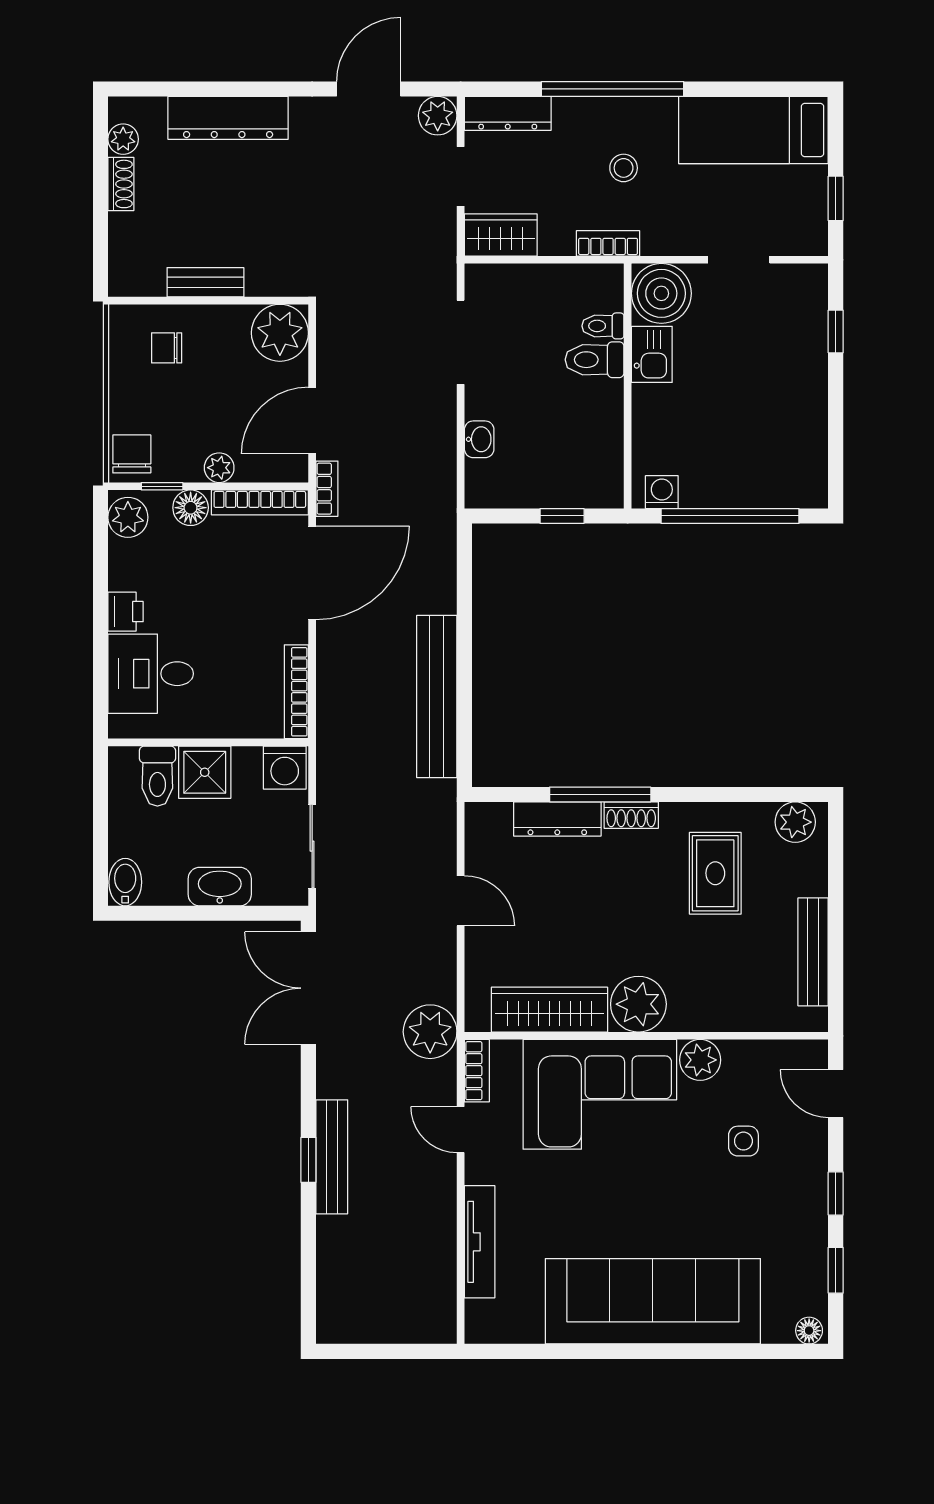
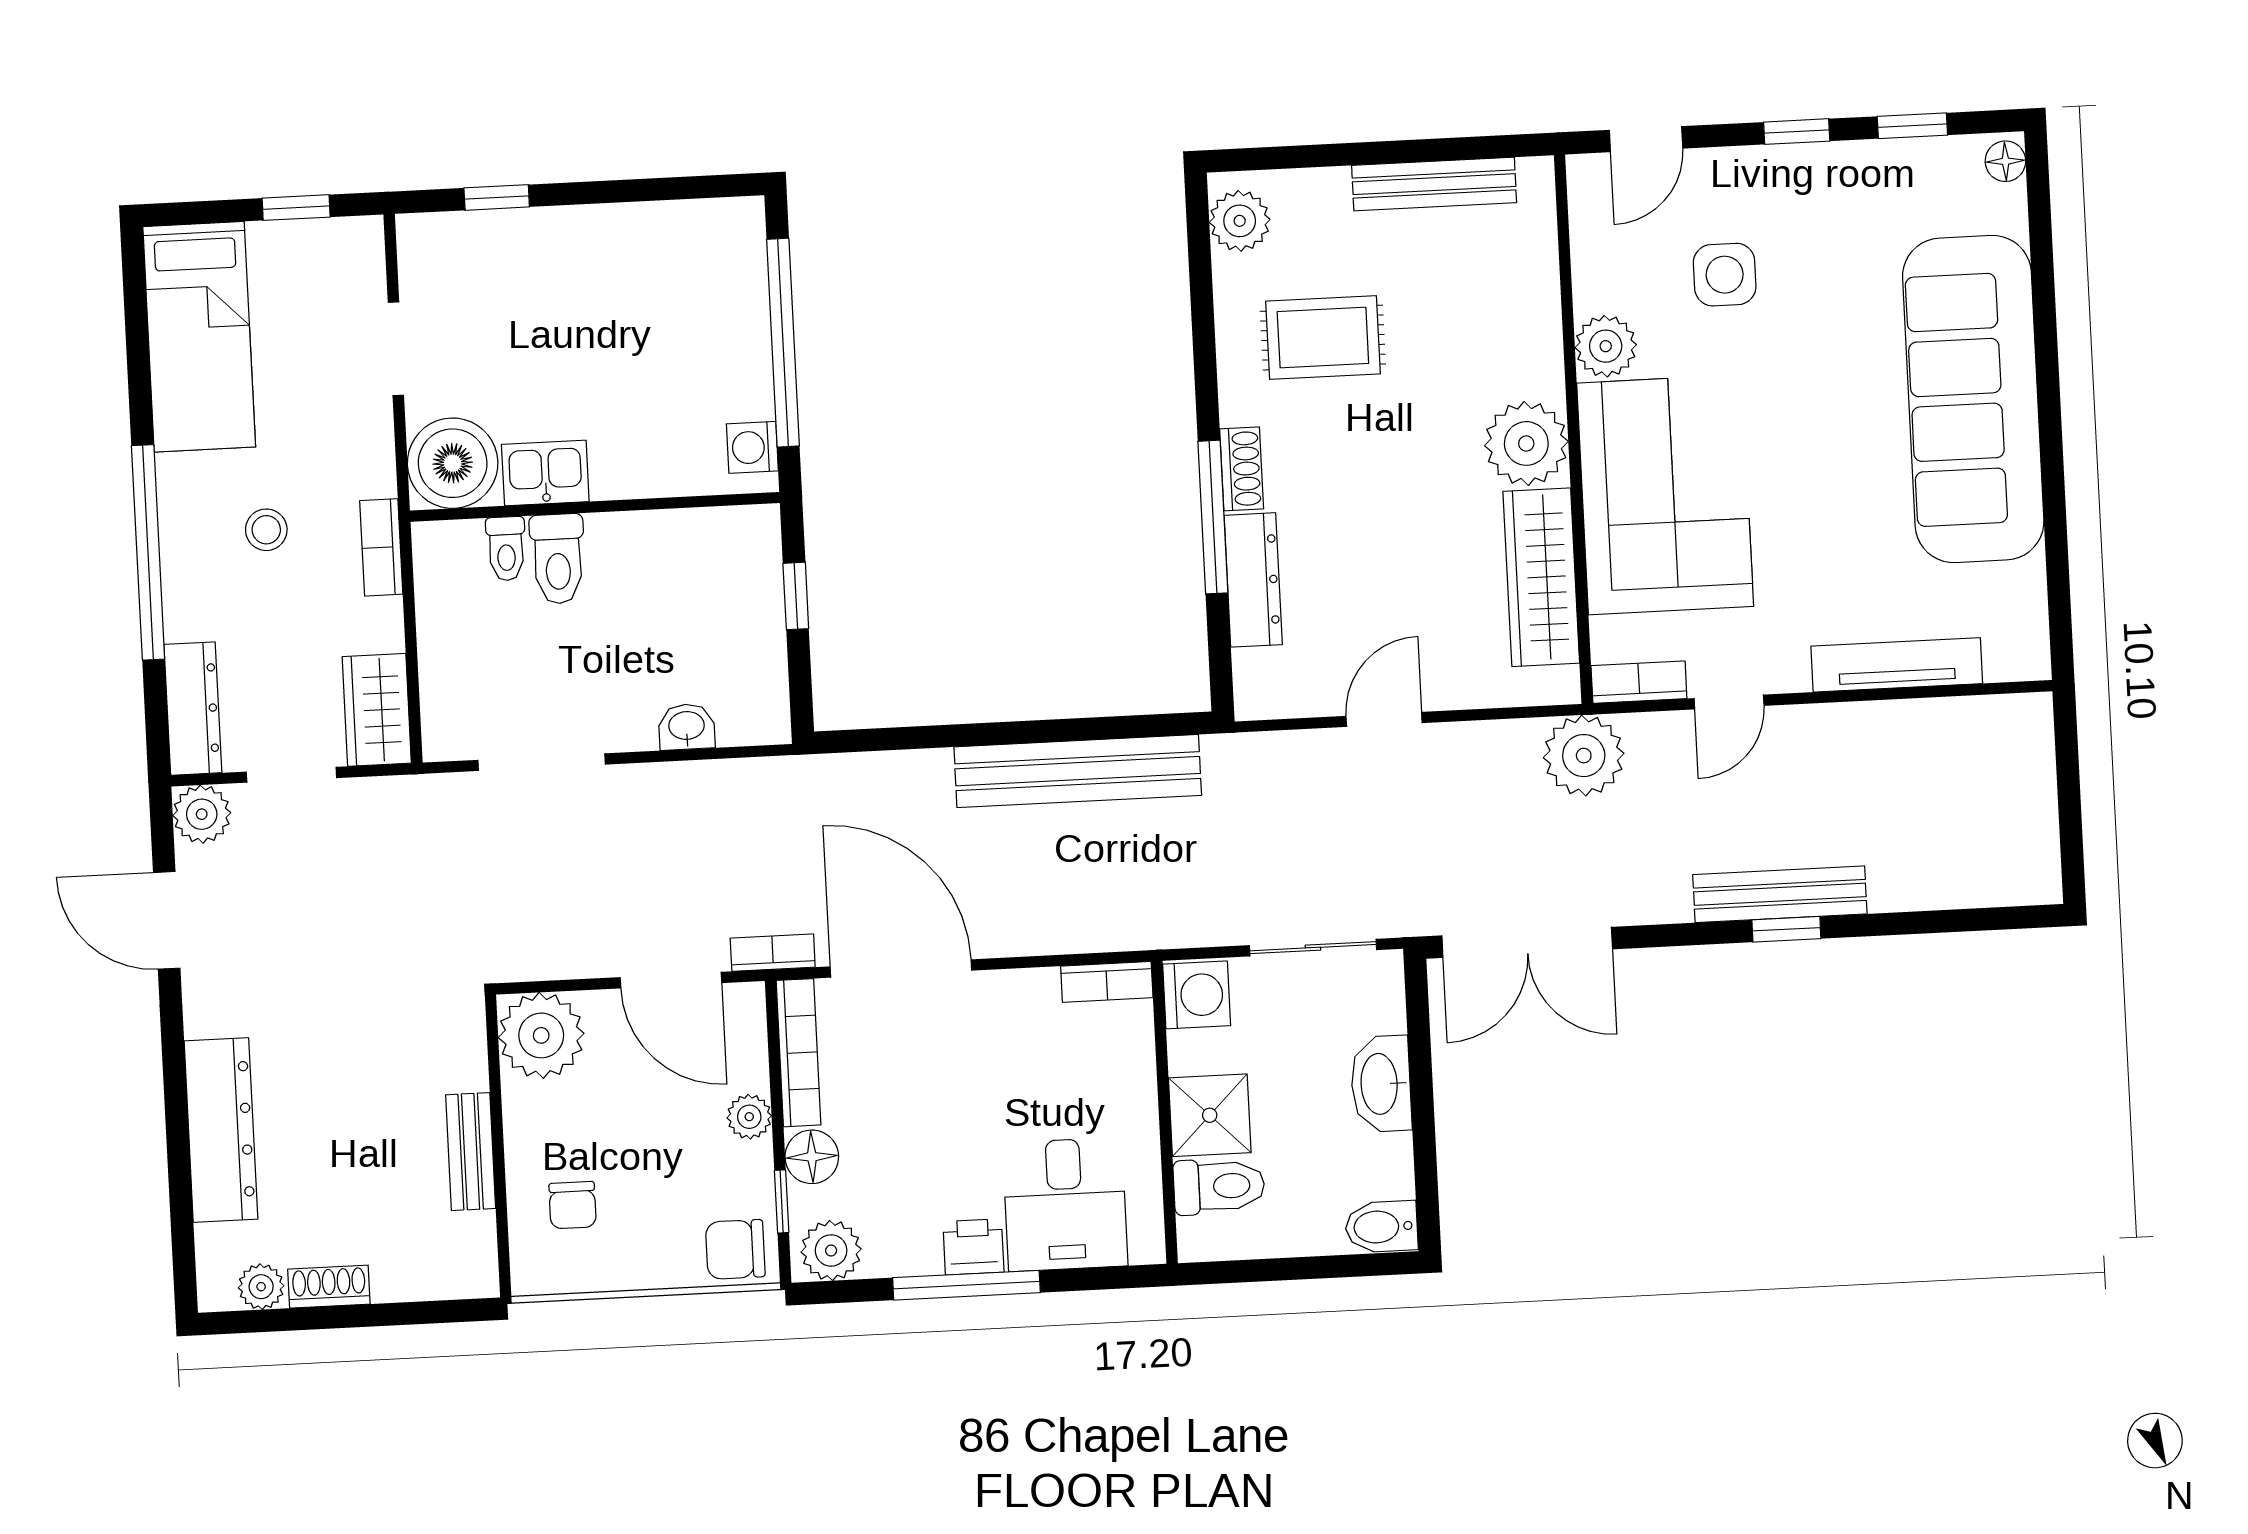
window: (100, 606) -> (966, 1285), added
bookcase: (296, 692) -> (1107, 982), width x0.64
side table: (743, 1141) -> (1725, 275), width x1.37, depth x1.37

